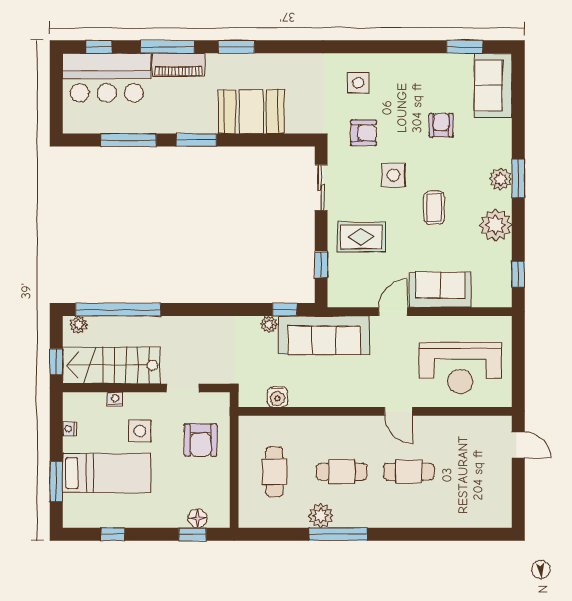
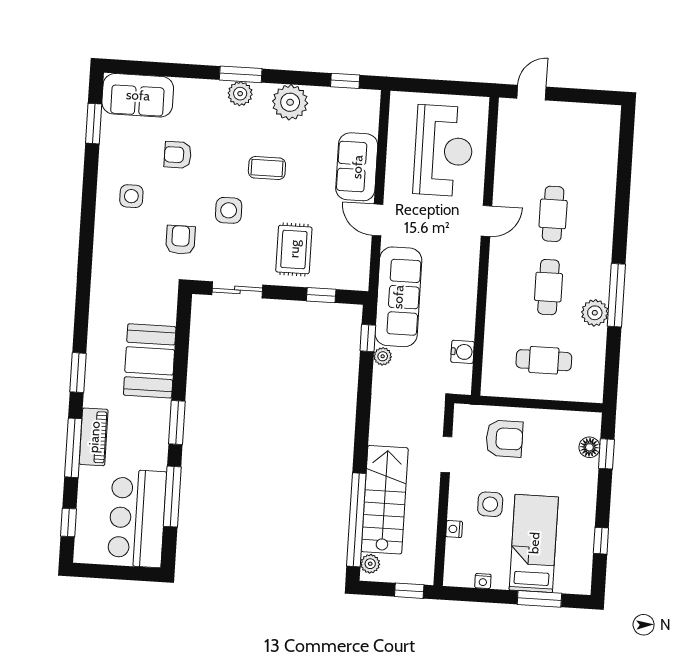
bar counter: (107, 78) -> (137, 518), moved, turned 180
side table: (358, 83) -> (131, 196), moved
stairs: (111, 365) -> (385, 500), moved, turned 180

